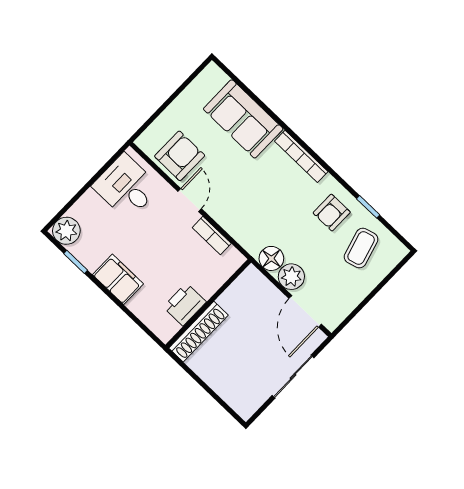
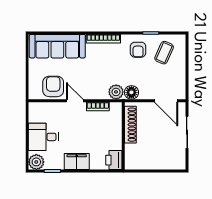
sofa: (243, 119) -> (57, 46), width x1.36
desk: (126, 187) -> (43, 137), moved
coffee table: (361, 248) -> (164, 53), turned 40
plant: (291, 277) -> (116, 92), moved
printer: (185, 304) -> (114, 160), moved
shoe rack: (199, 332) -> (130, 125), moved

